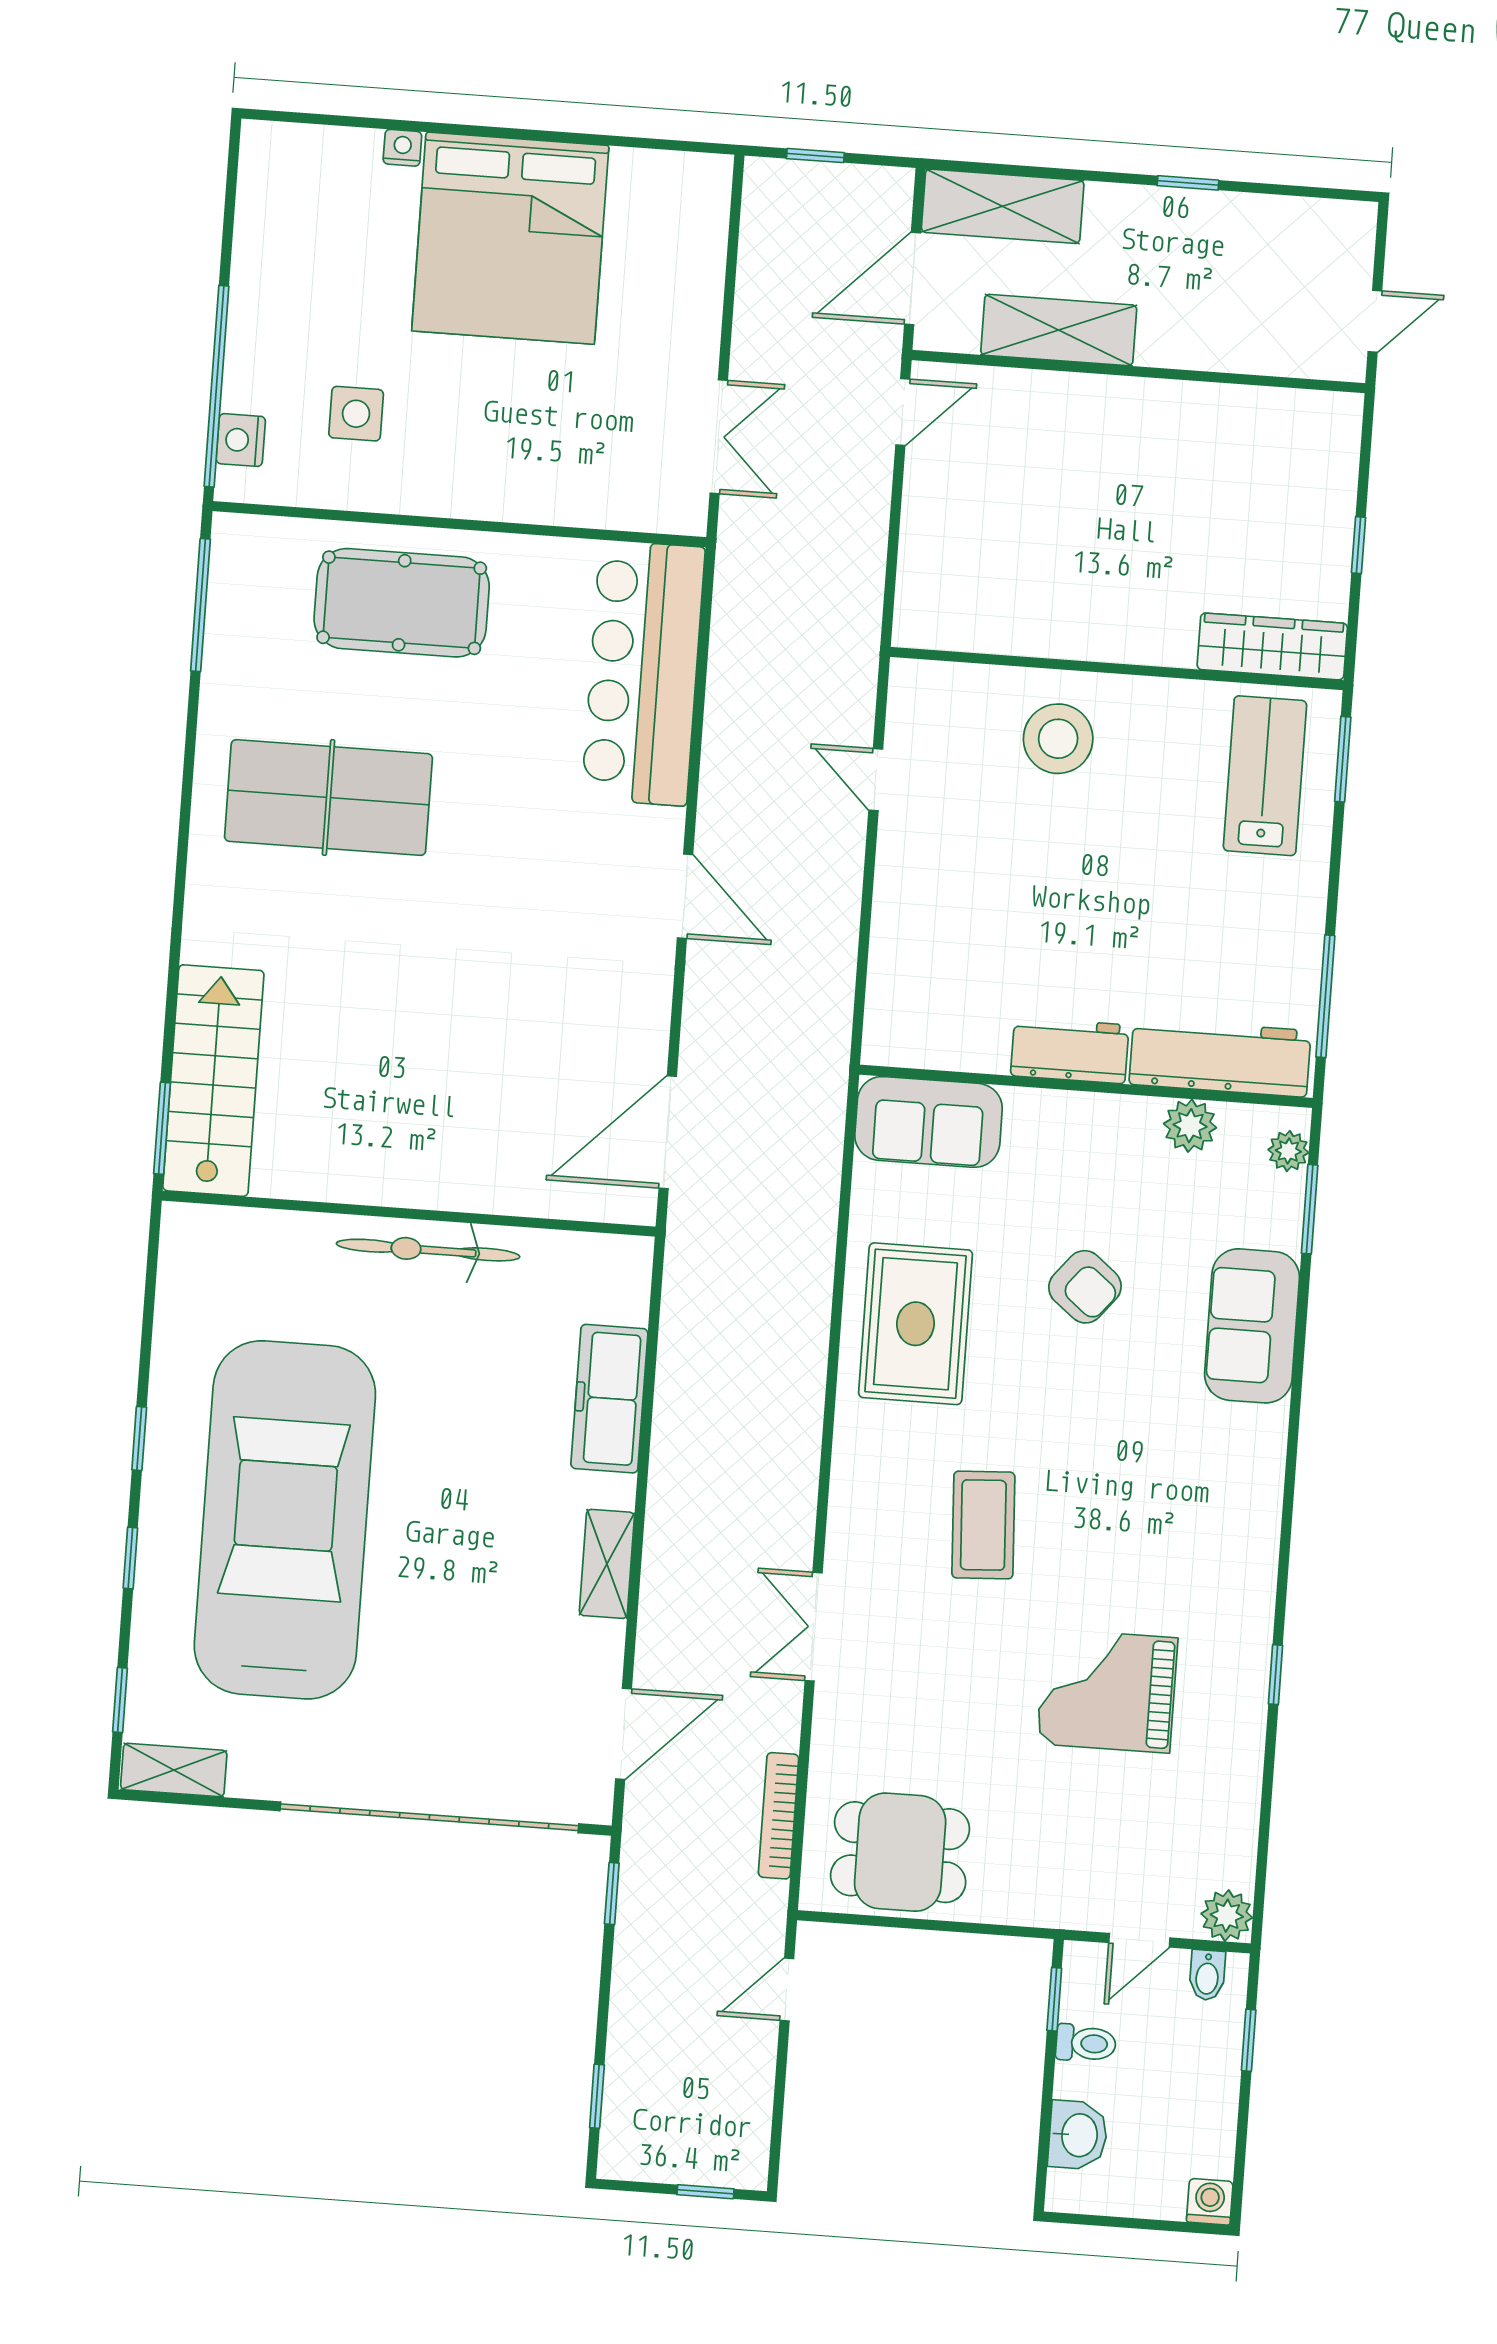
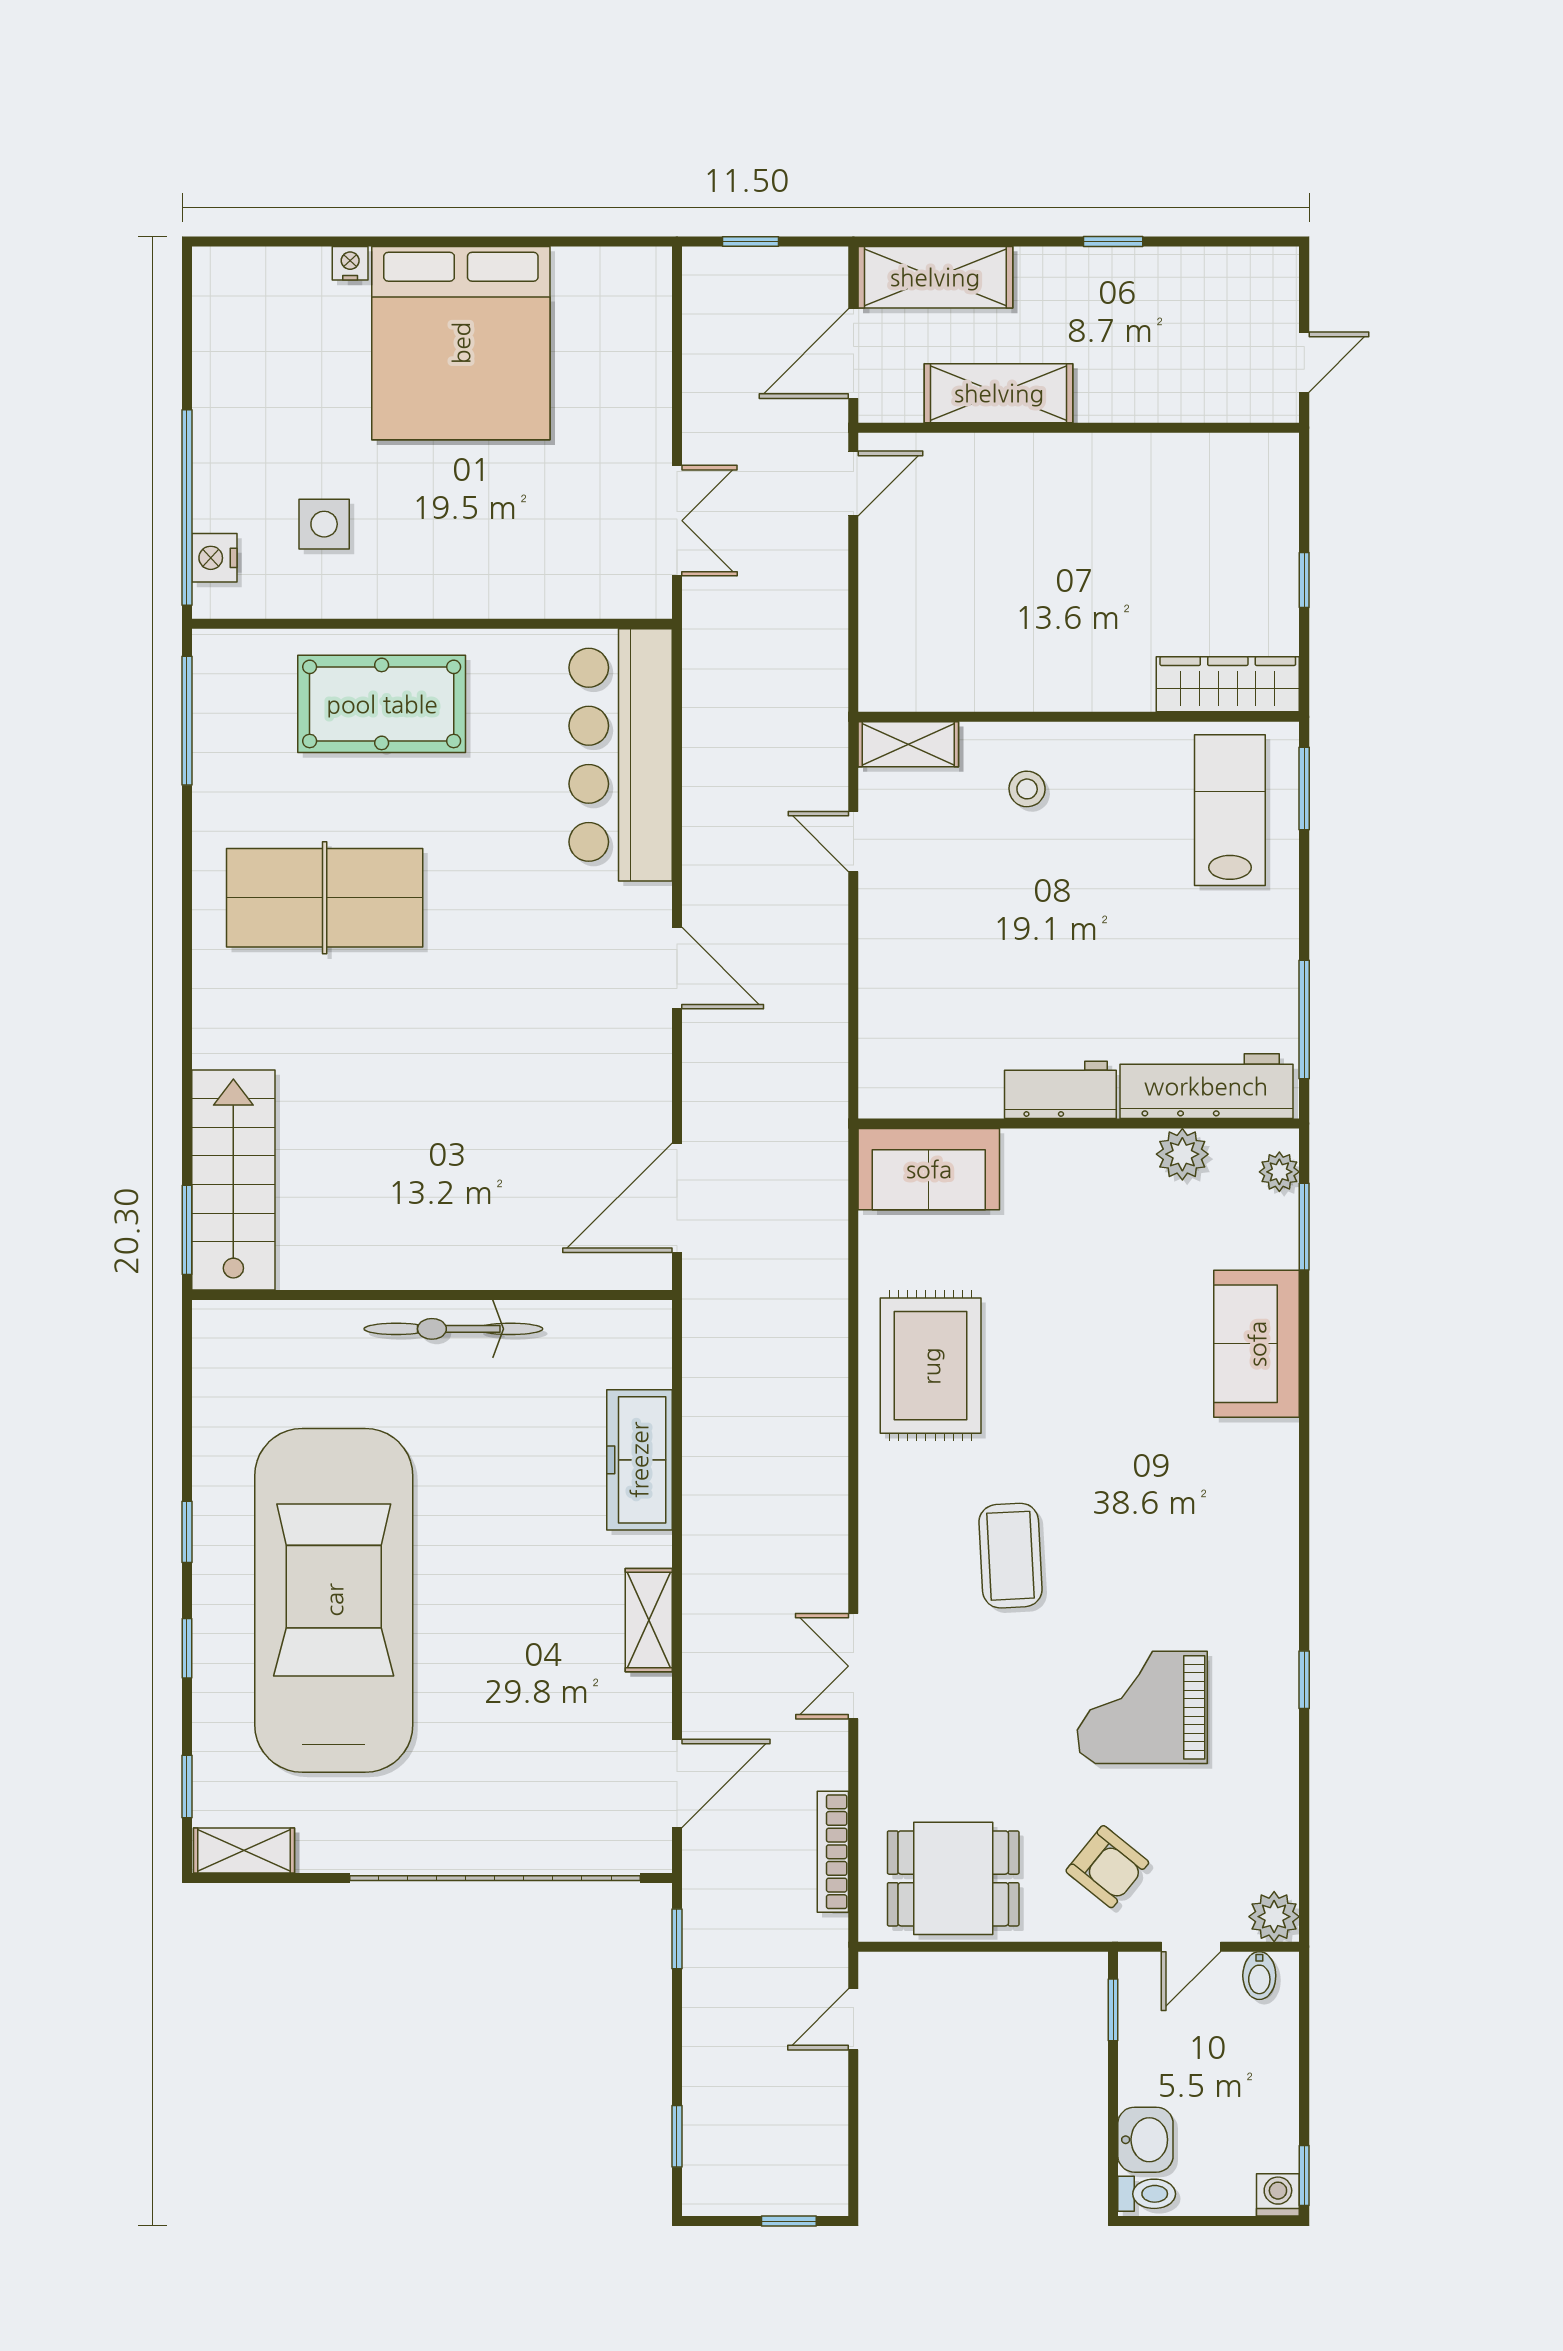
shelving: (940, 684) -> (908, 744), added
stool: (1058, 739) -> (1027, 789), width x0.53, depth x0.53
armchair: (1085, 1287) -> (1107, 1867), moved
window: (1249, 2040) -> (1304, 2176), moved
toilet: (1086, 2043) -> (1147, 2194), moved

